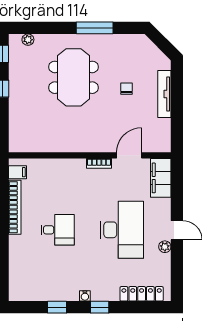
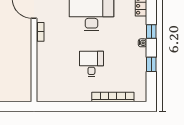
filing cabinet: (18, 172) -> (47, 95), removed
bookcase: (15, 207) -> (113, 97), moved

